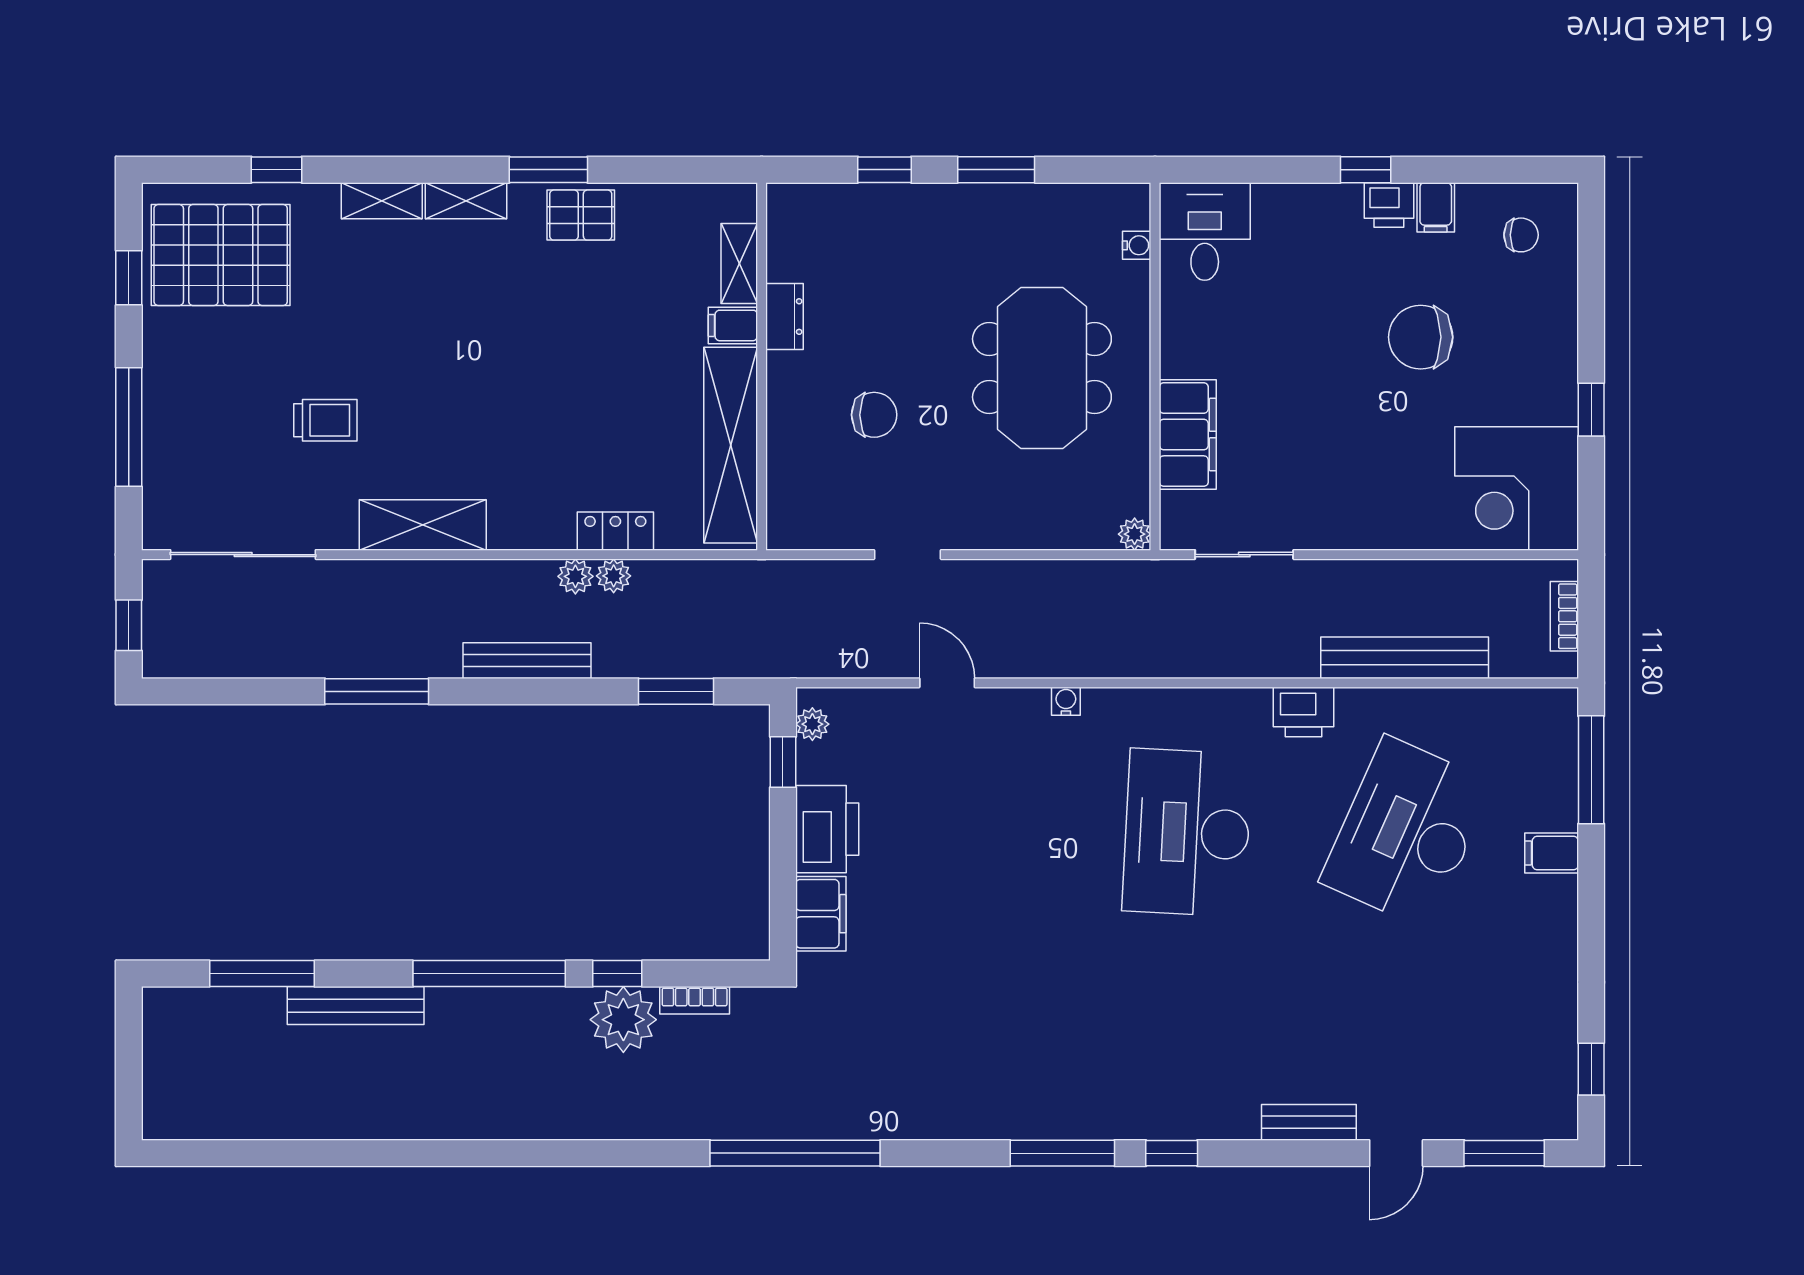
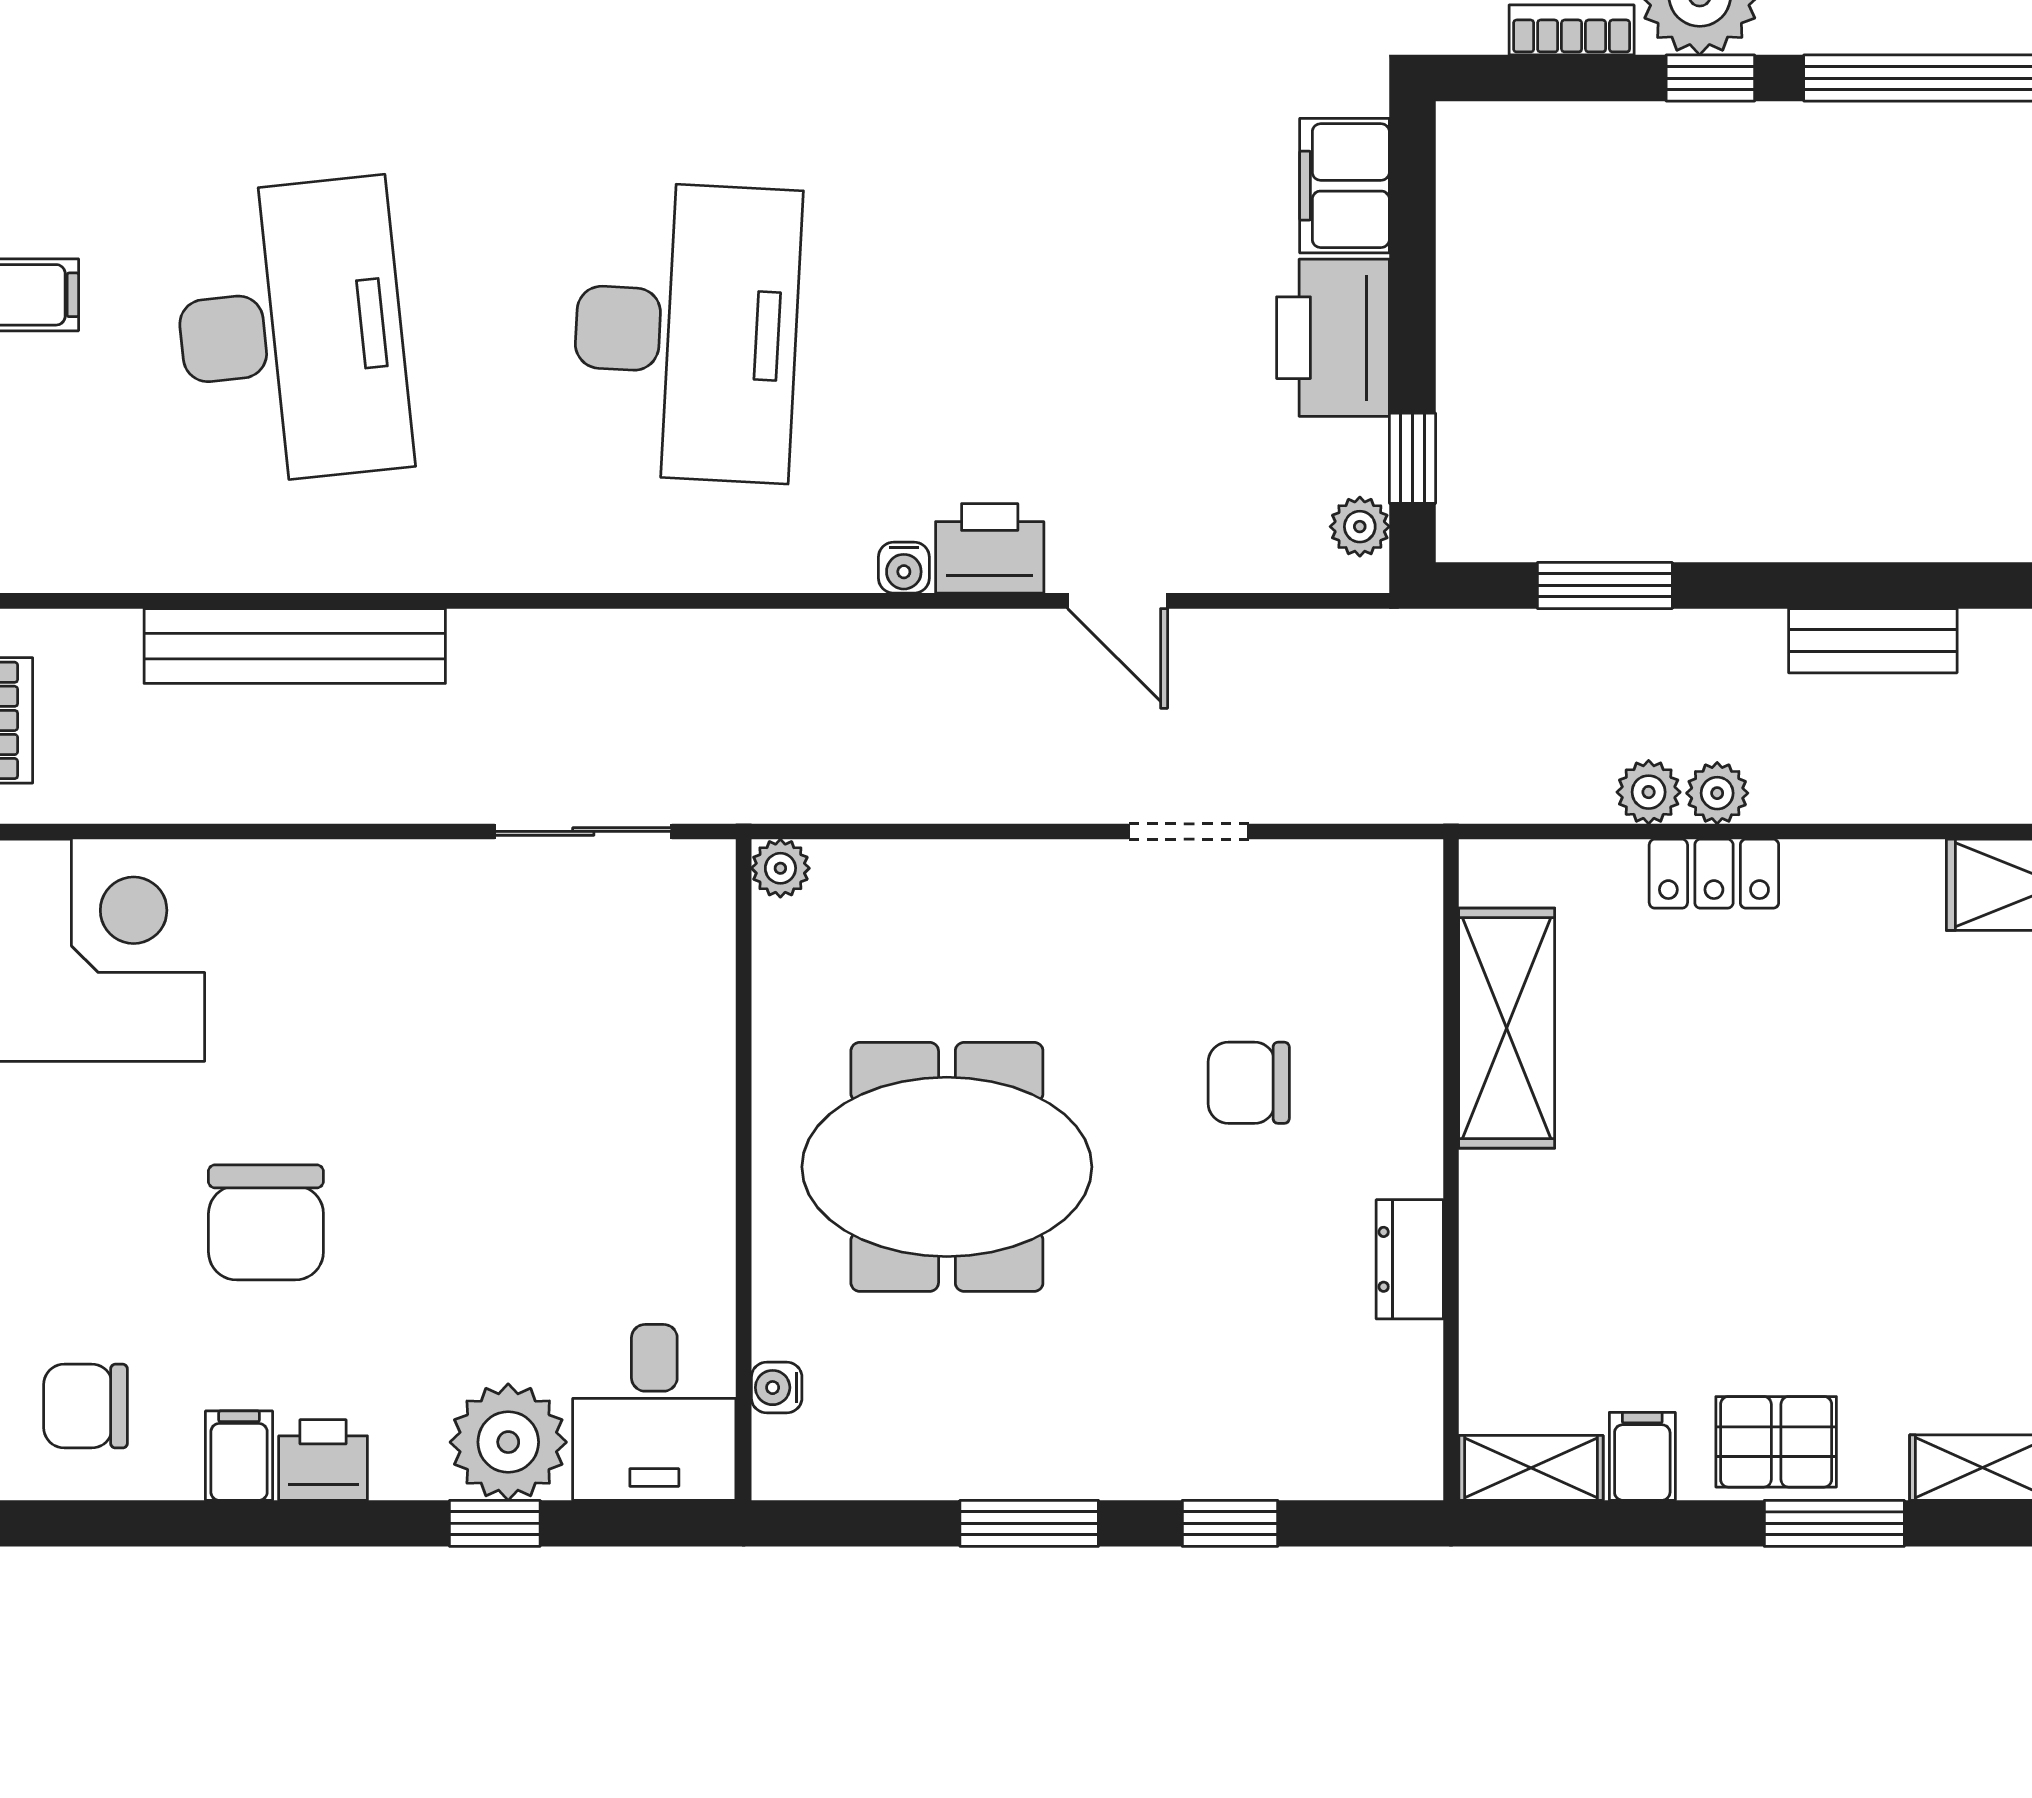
window: (1366, 170) -> (495, 1523), moved
plant: (1286, 215) -> (508, 1442), added
chair: (1521, 235) -> (86, 1406), width x1.37, depth x1.37
shelving: (739, 264) -> (1531, 1468), moved, turned 90
filing cabinet: (733, 325) -> (1642, 1456), moved, turned -90
chair: (1421, 337) -> (266, 1222), turned 90
meeting table: (1042, 368) -> (947, 1167), turned 90
filing cabinet: (1188, 435) -> (685, 1047), removed
shelving: (731, 445) -> (1507, 1028), width x0.68
plant: (575, 576) -> (1649, 792), moved
bench: (527, 661) -> (1873, 641), width x0.73
printer: (1304, 712) -> (990, 548), moved
desk: (1407, 832) -> (291, 332), turned -30

